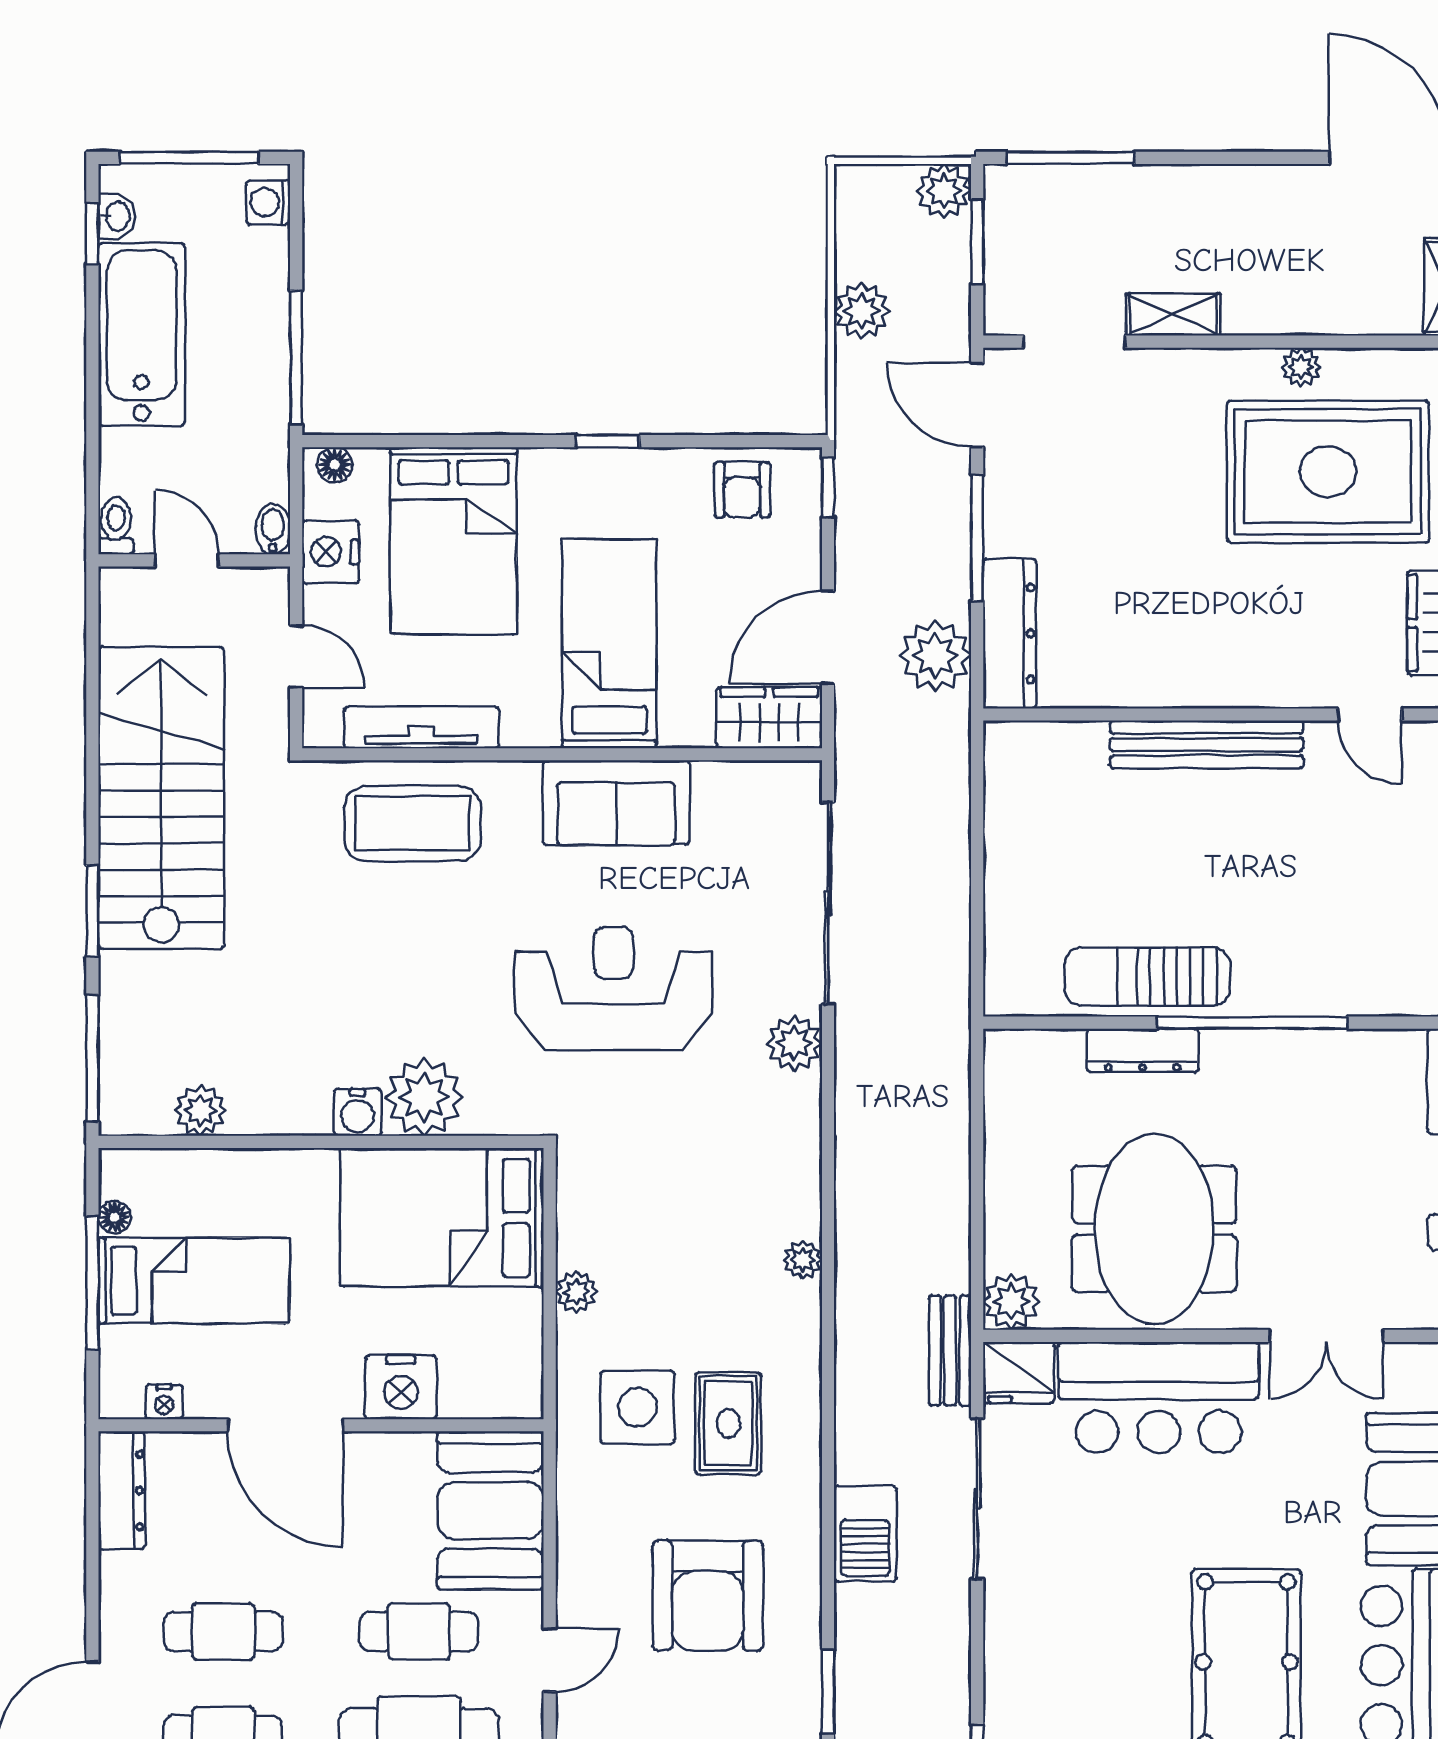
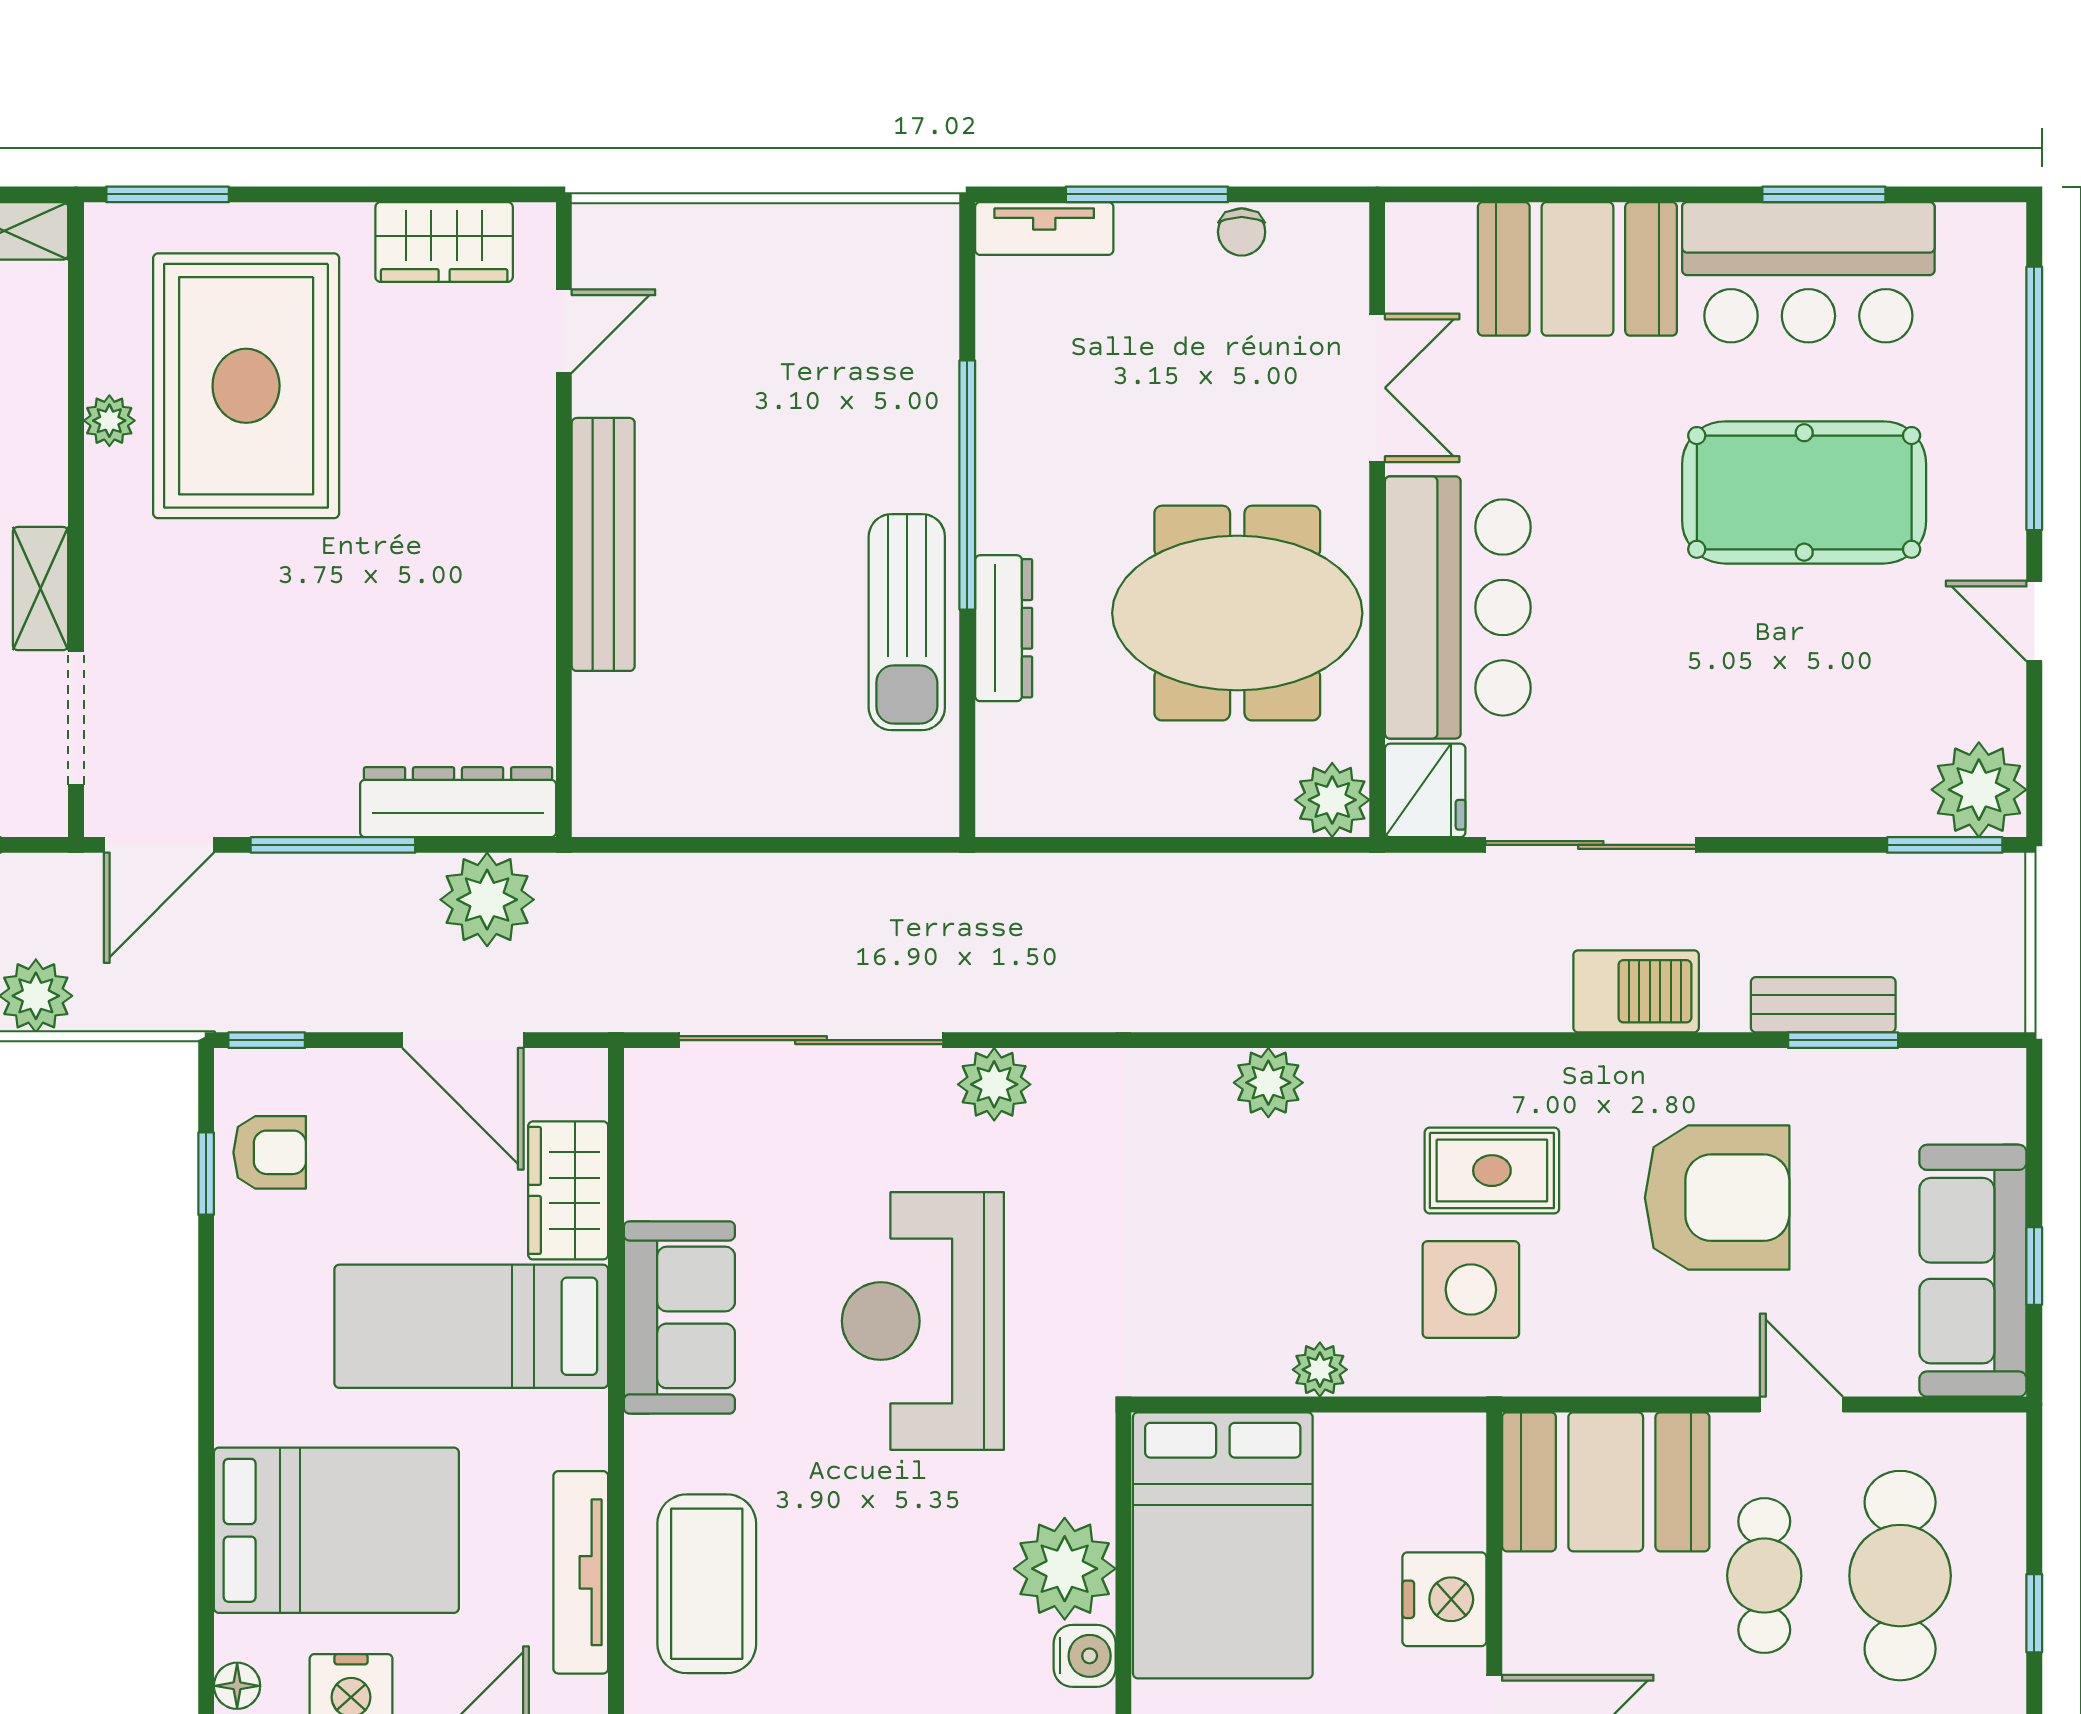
window: (608, 441) -> (206, 1174), moved
wardrobe: (769, 718) -> (568, 1190), moved
plant: (803, 1260) -> (1268, 1083), width x1.38, depth x1.38
bench: (950, 1351) -> (1823, 1005), moved

